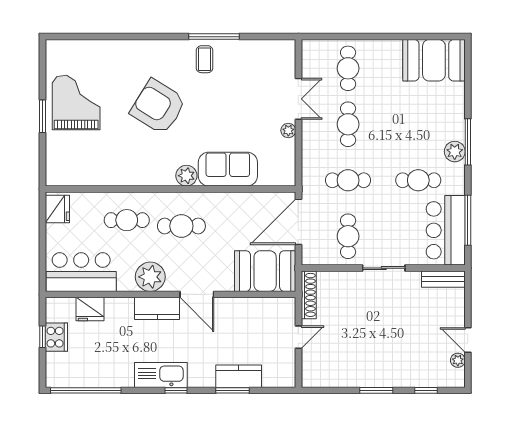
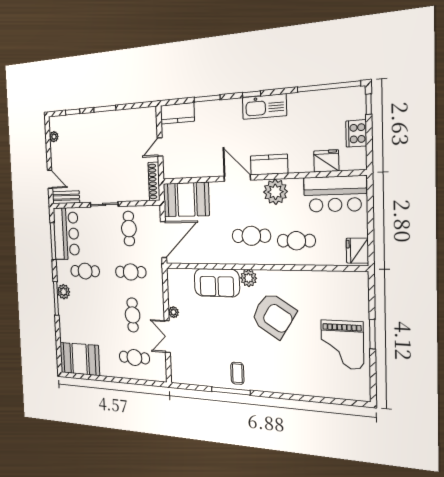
cafe table: (348, 68) -> (134, 358), turned 90
armchair: (158, 107) -> (274, 315), moved
window: (42, 337) -> (369, 104), moved
door: (468, 340) -> (50, 179), moved
kitchen counter: (239, 376) -> (177, 113), moved

